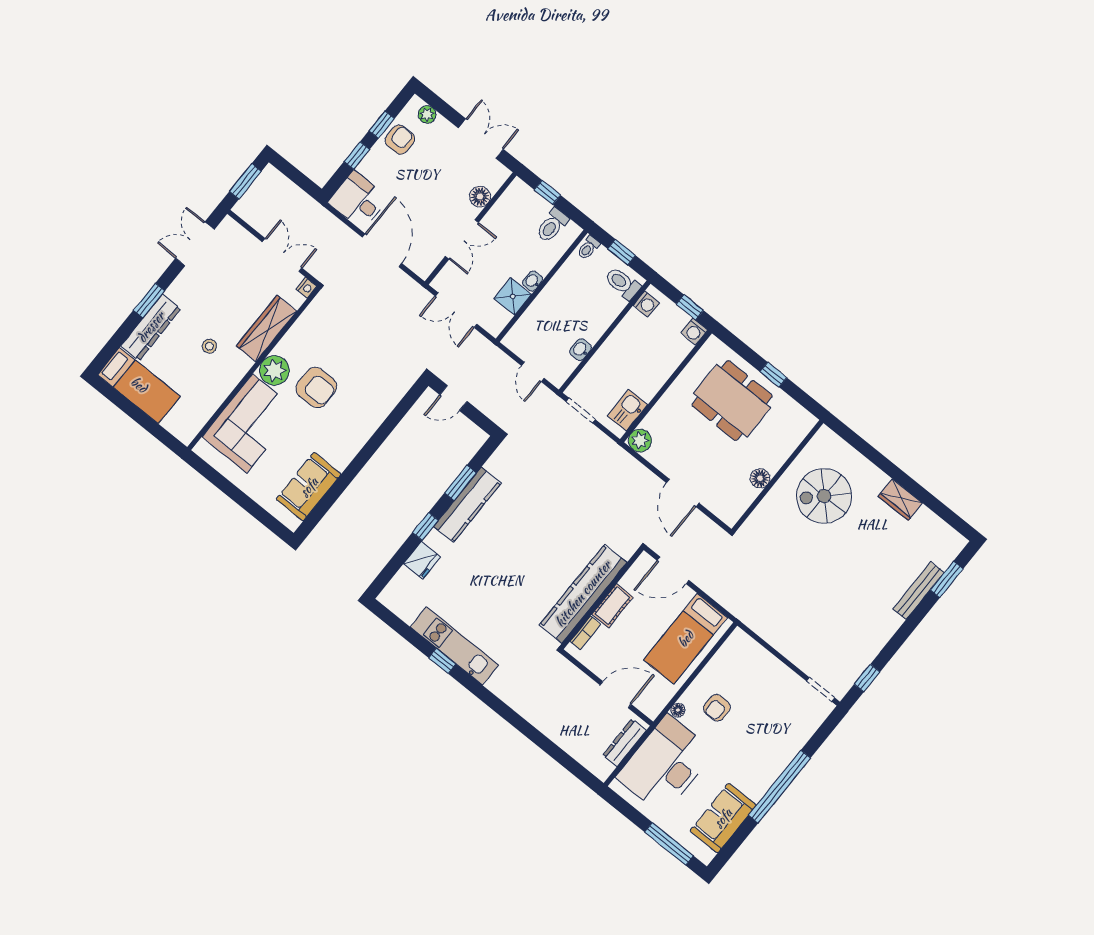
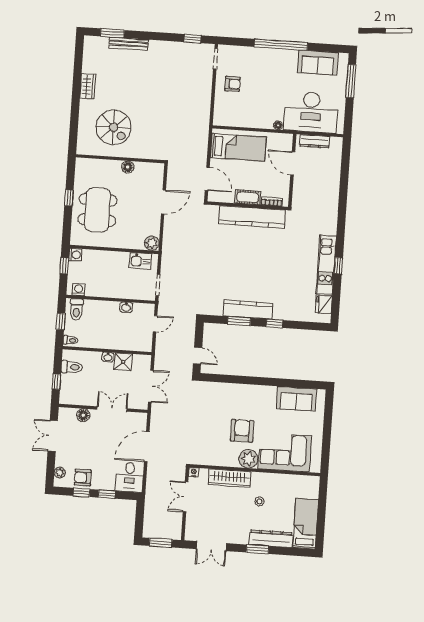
fridge: (422, 560) -> (324, 304), moved, turned -90
armchair: (717, 708) -> (232, 84), moved

